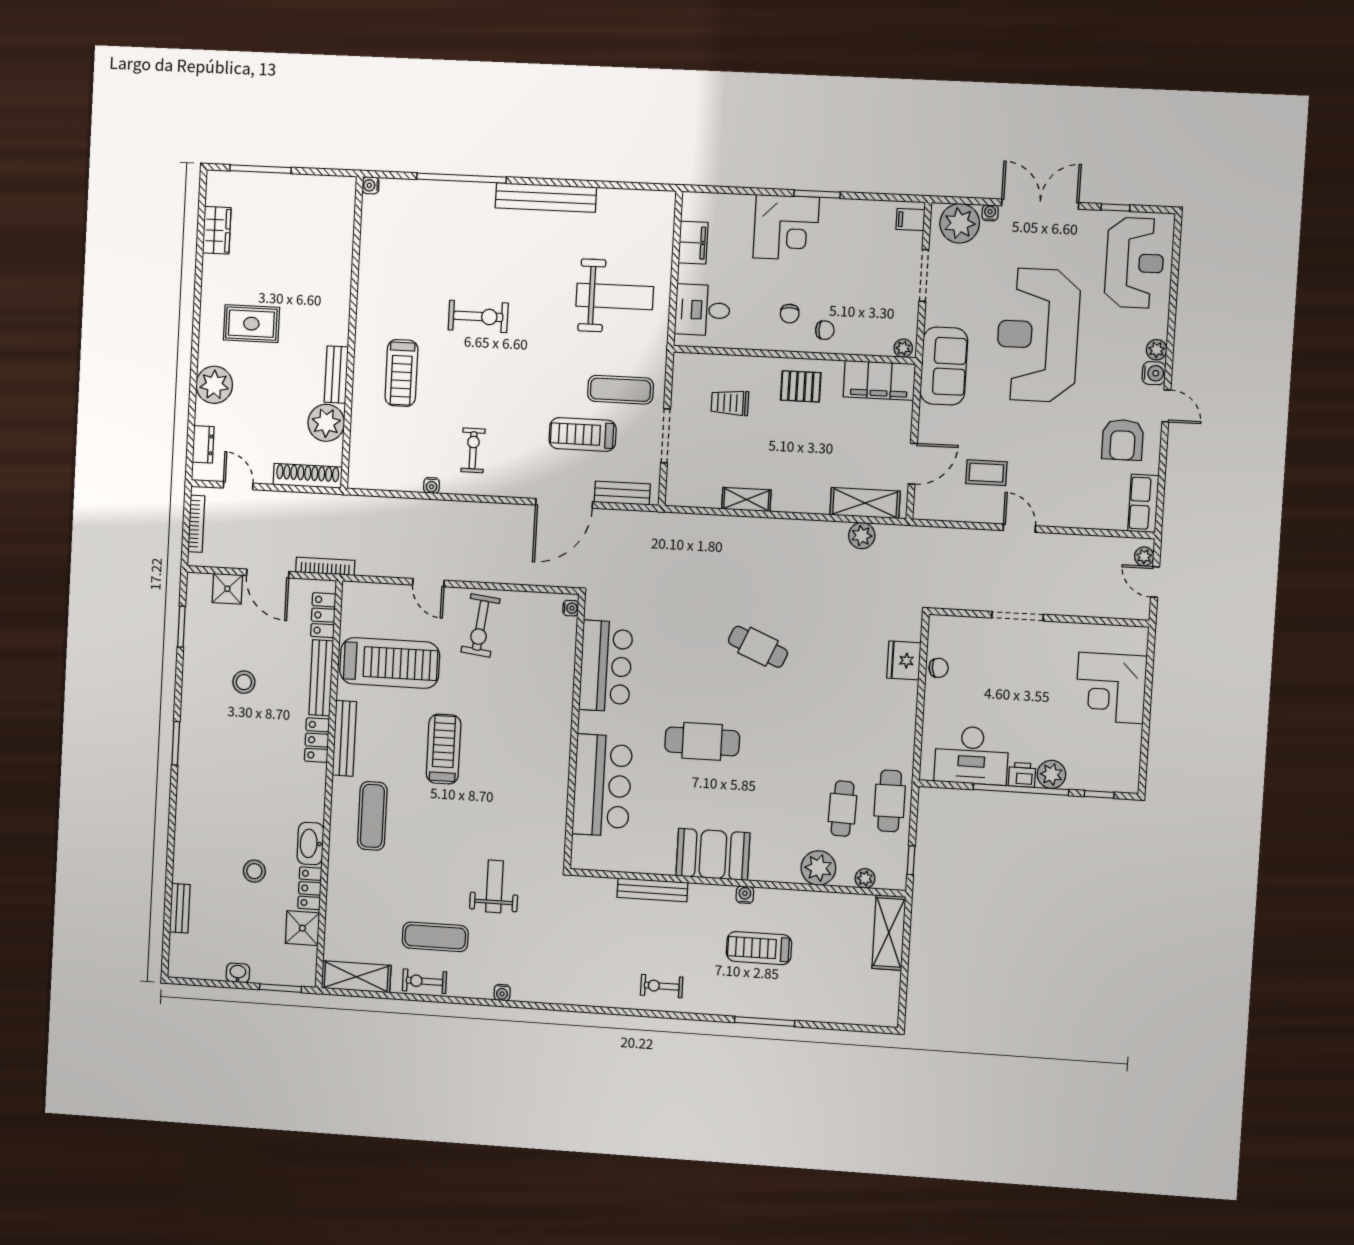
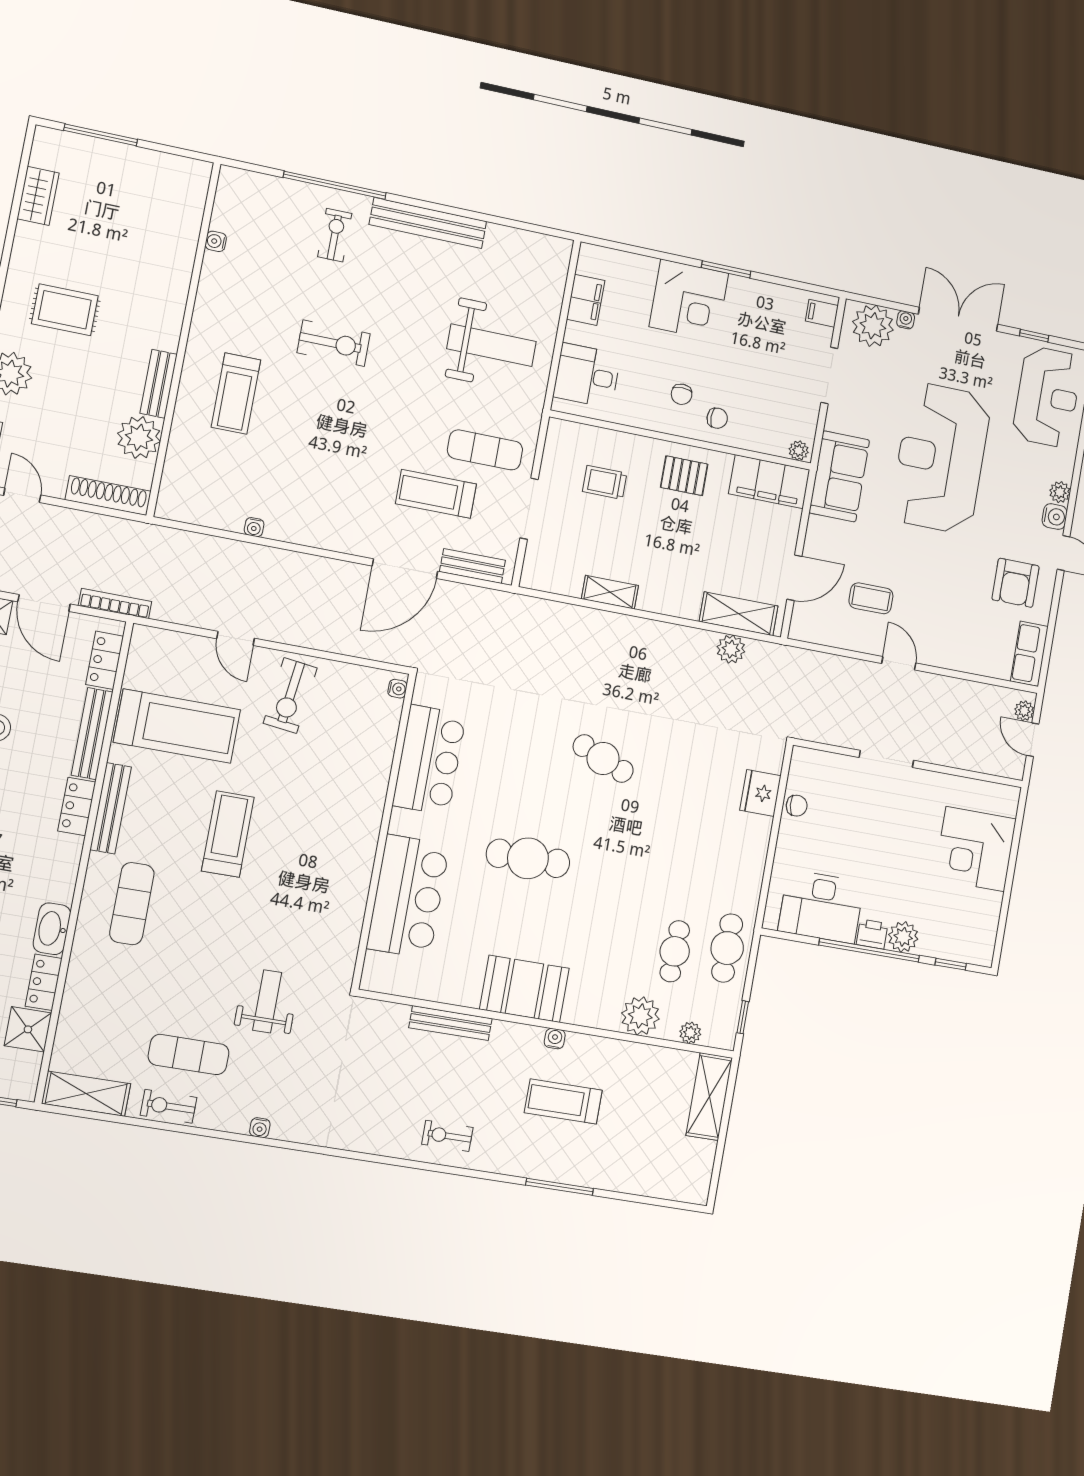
water cooler: (371, 185) -> (216, 241), moved
exercise bike: (473, 450) -> (335, 235), moved

